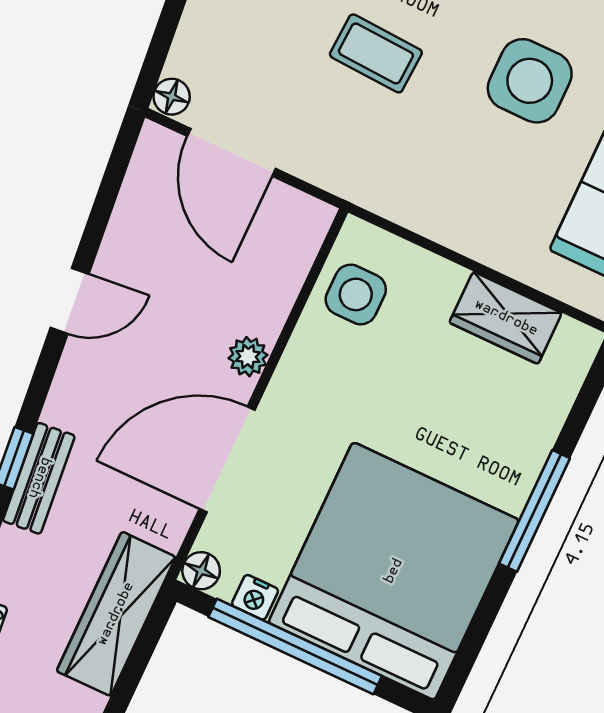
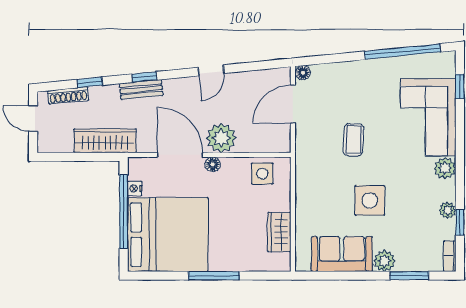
door: (70, 301) -> (211, 70), hinge flipped
plant: (248, 357) -> (221, 138), width x1.88, depth x1.88
floor lamp: (201, 571) -> (213, 164), moved

